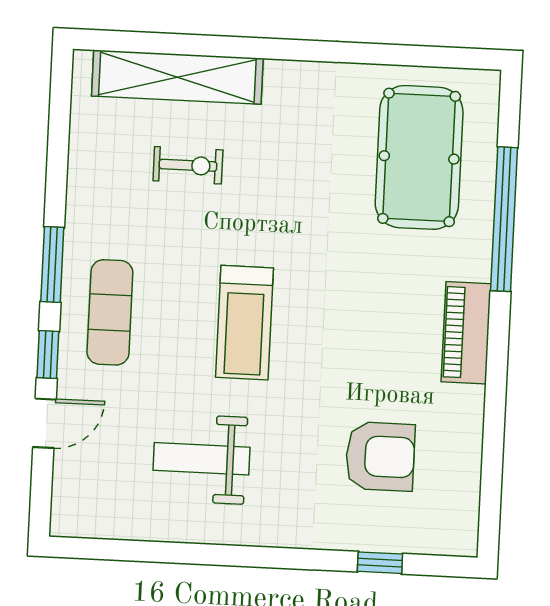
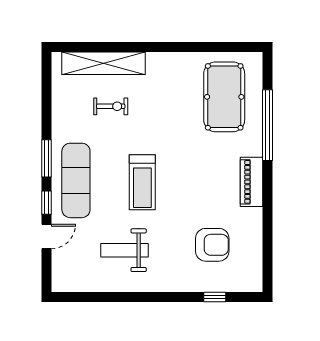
exercise mat: (110, 312) -> (76, 180), width x1.36, depth x1.45

